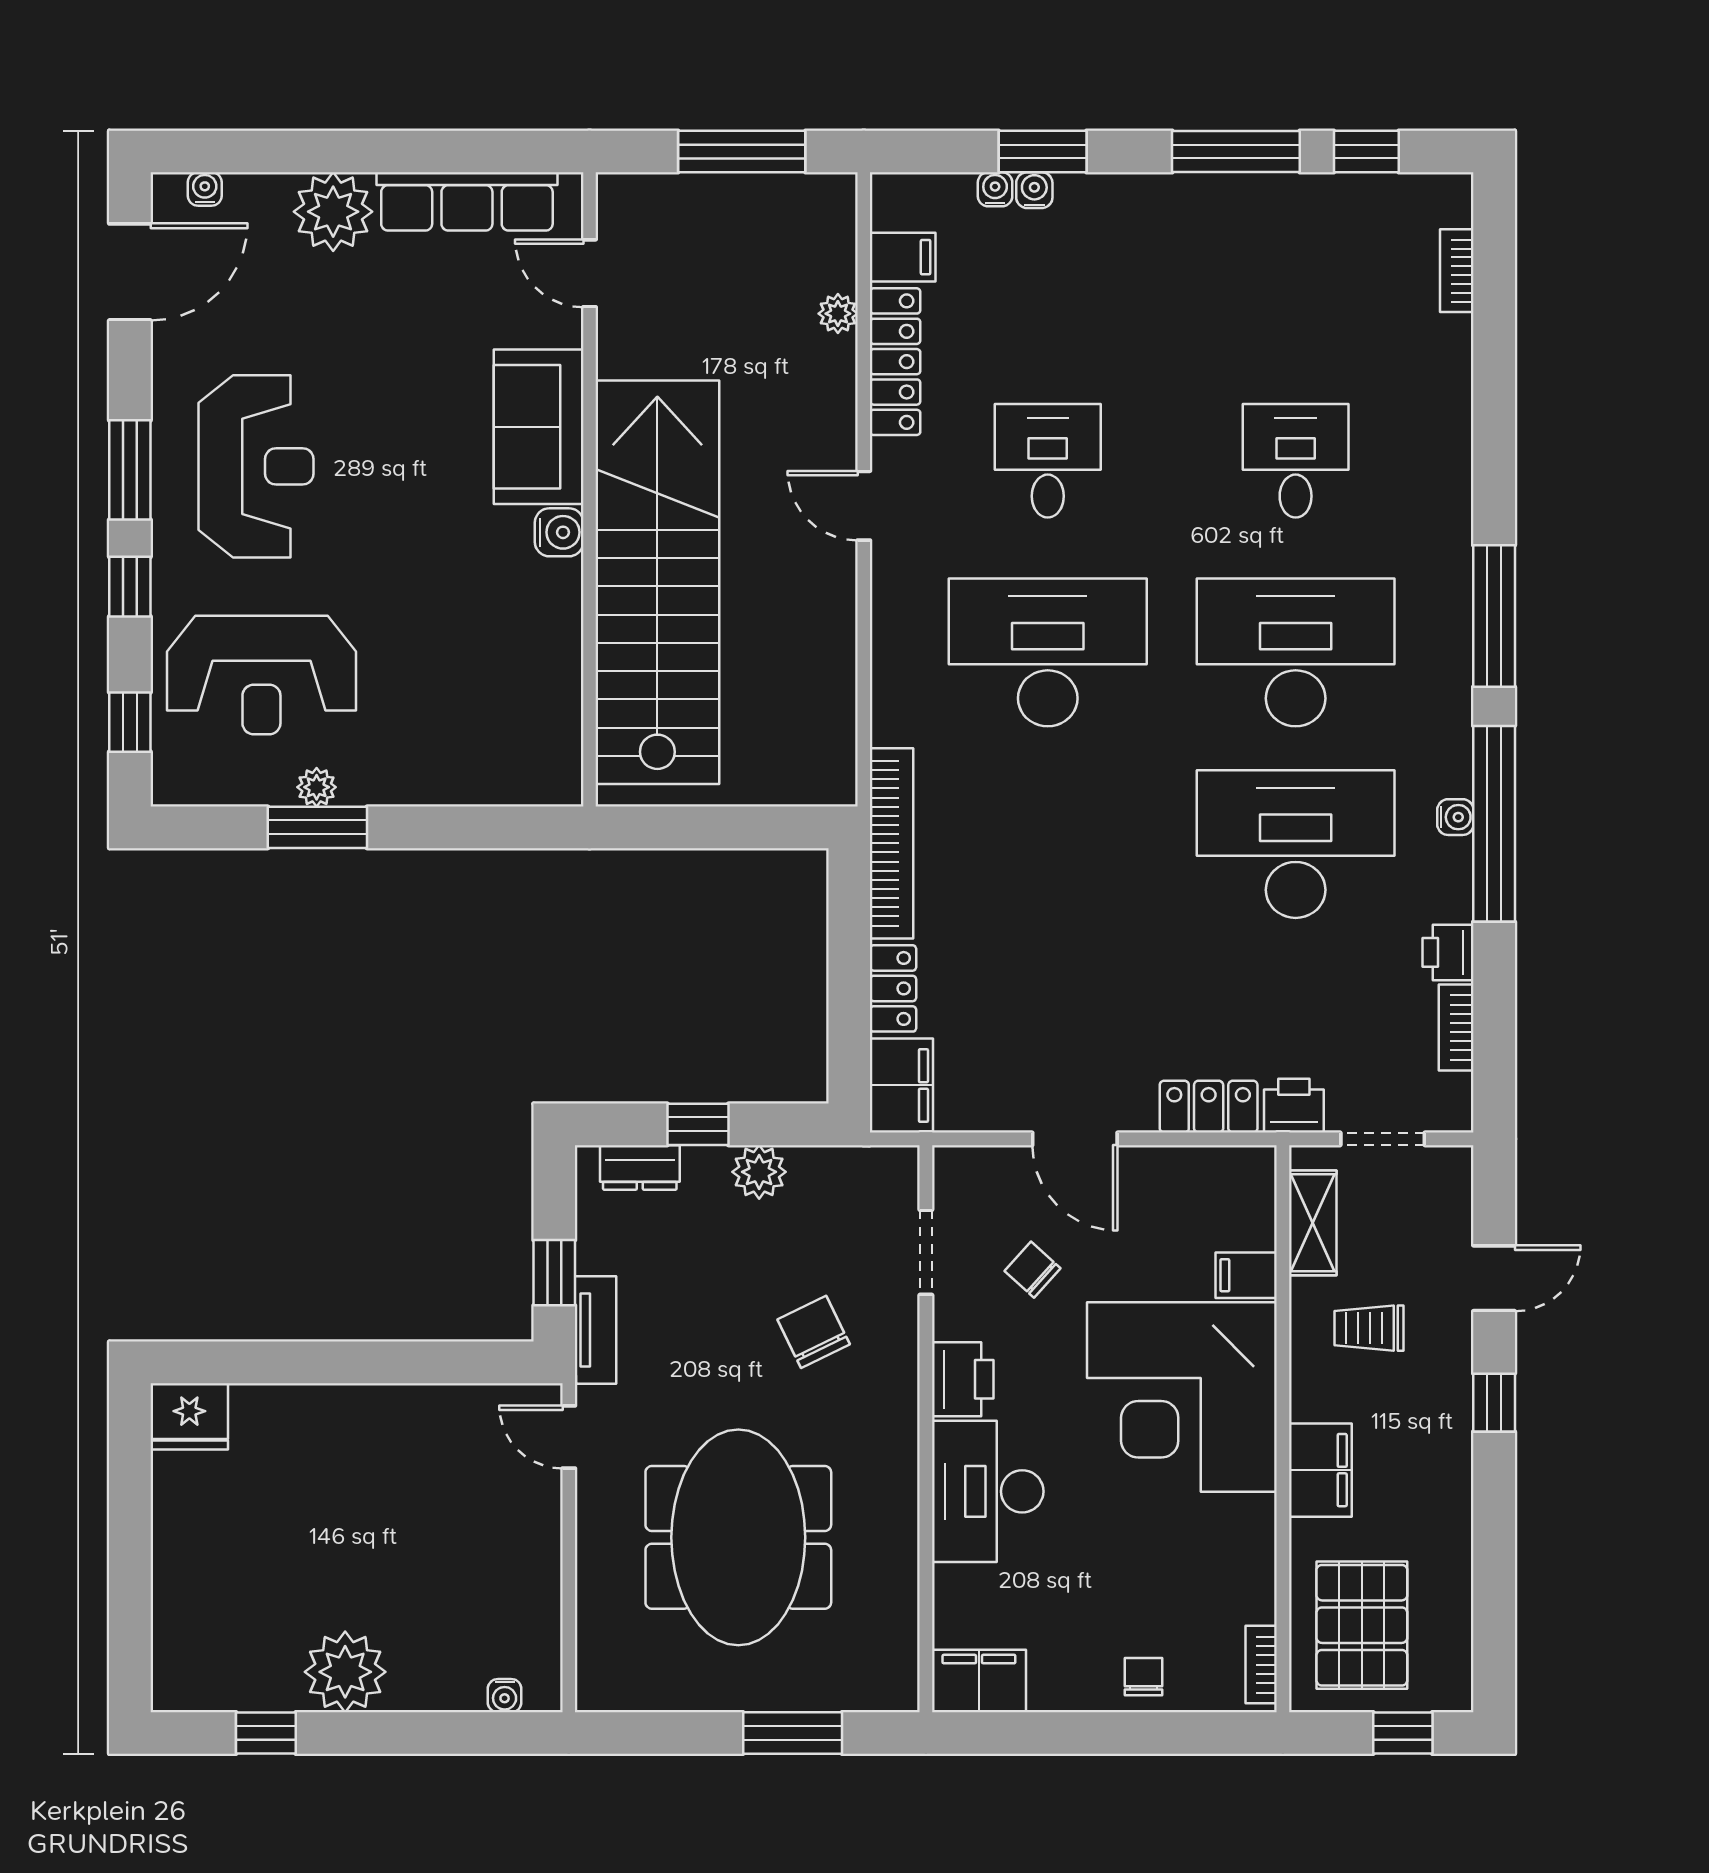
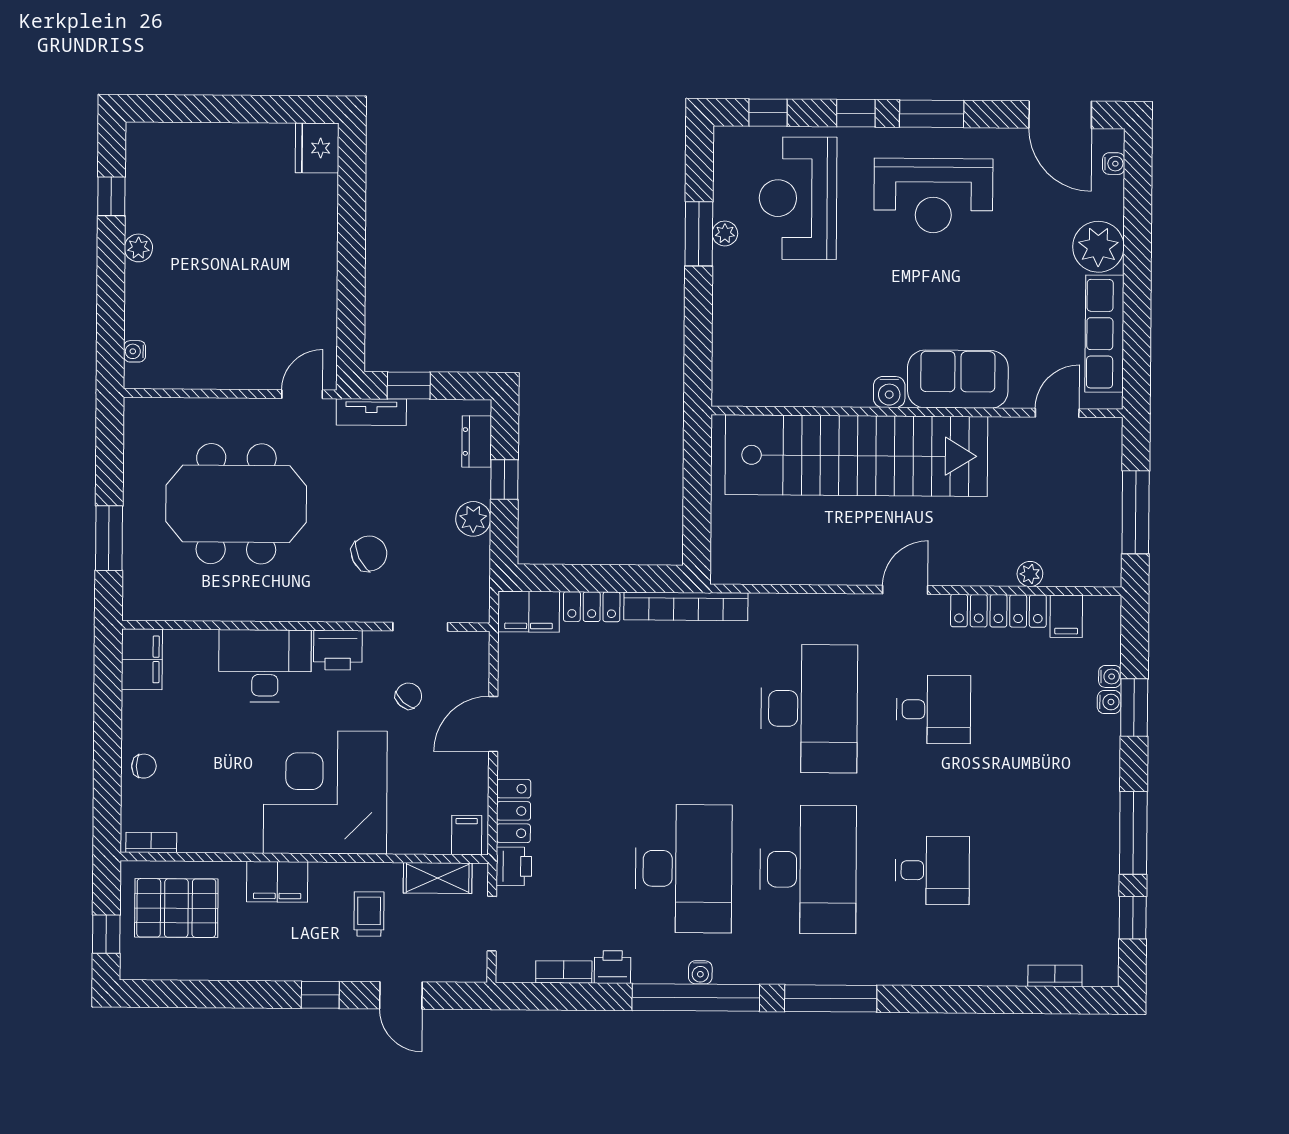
filing cabinet: (1246, 1275) -> (467, 835), moved
plant: (345, 1672) -> (138, 248), width x0.53, depth x0.53

